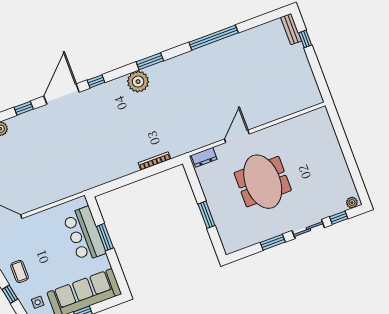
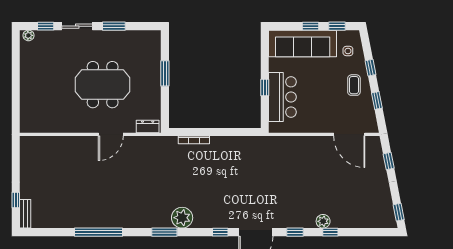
meeting table: (263, 182) -> (103, 85), turned 90
window: (105, 237) -> (265, 87), width x0.67

